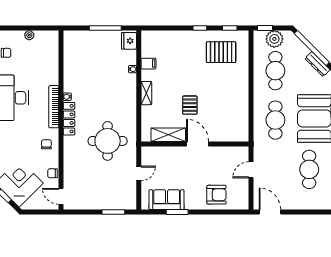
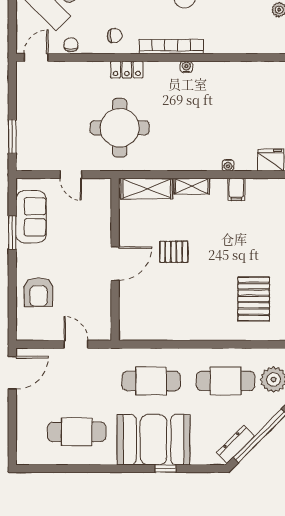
locker: (69, 119) -> (127, 70), moved, width x0.66
shelving: (168, 135) -> (147, 189), moved, turned 90

